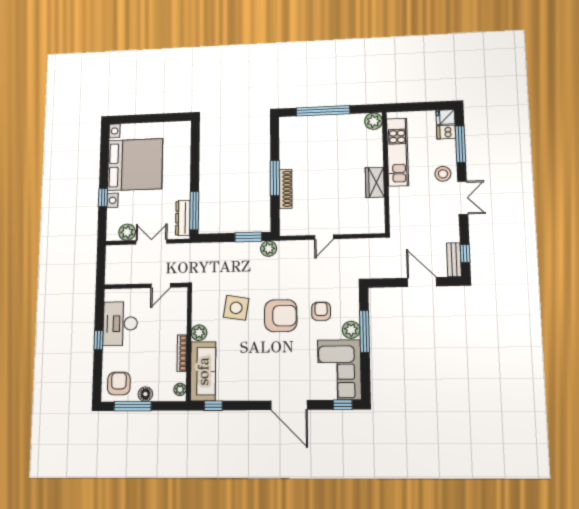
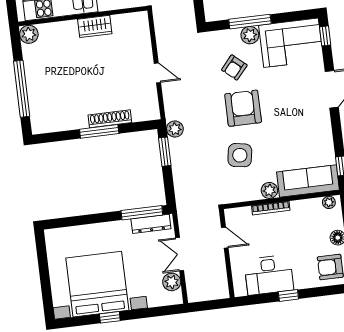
window: (103, 197) -> (110, 317), moved
armchair: (321, 311) -> (234, 67), turned -49
bookcase: (182, 353) -> (271, 208), moved

